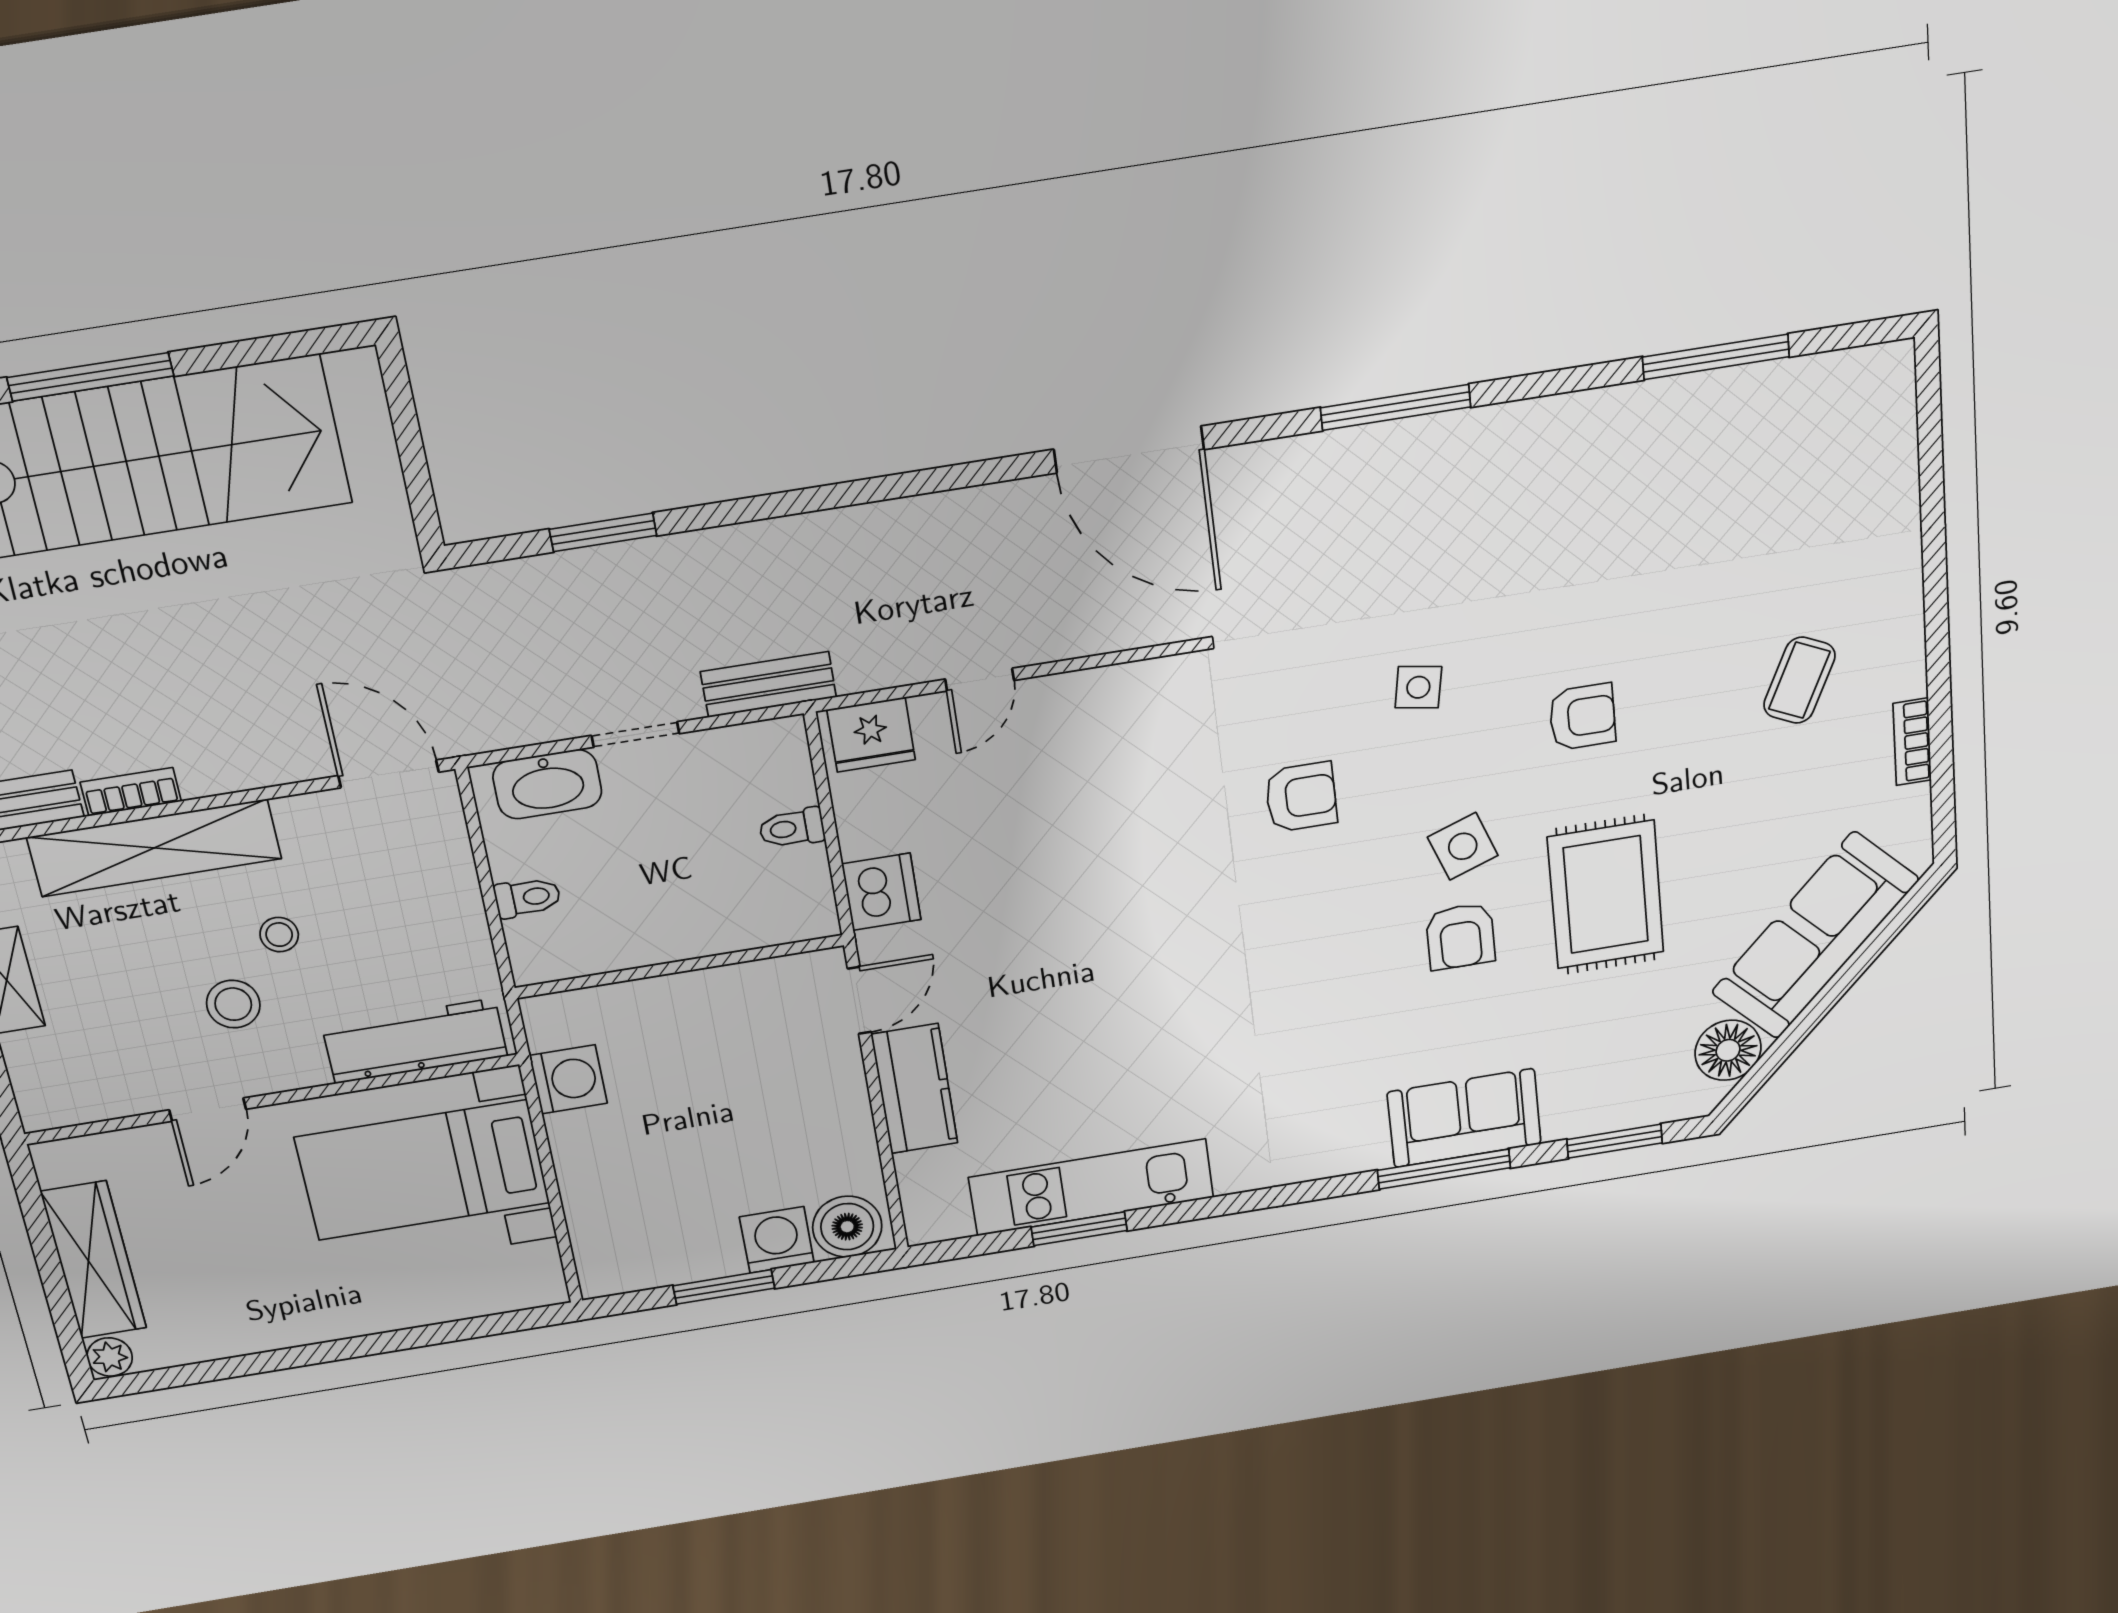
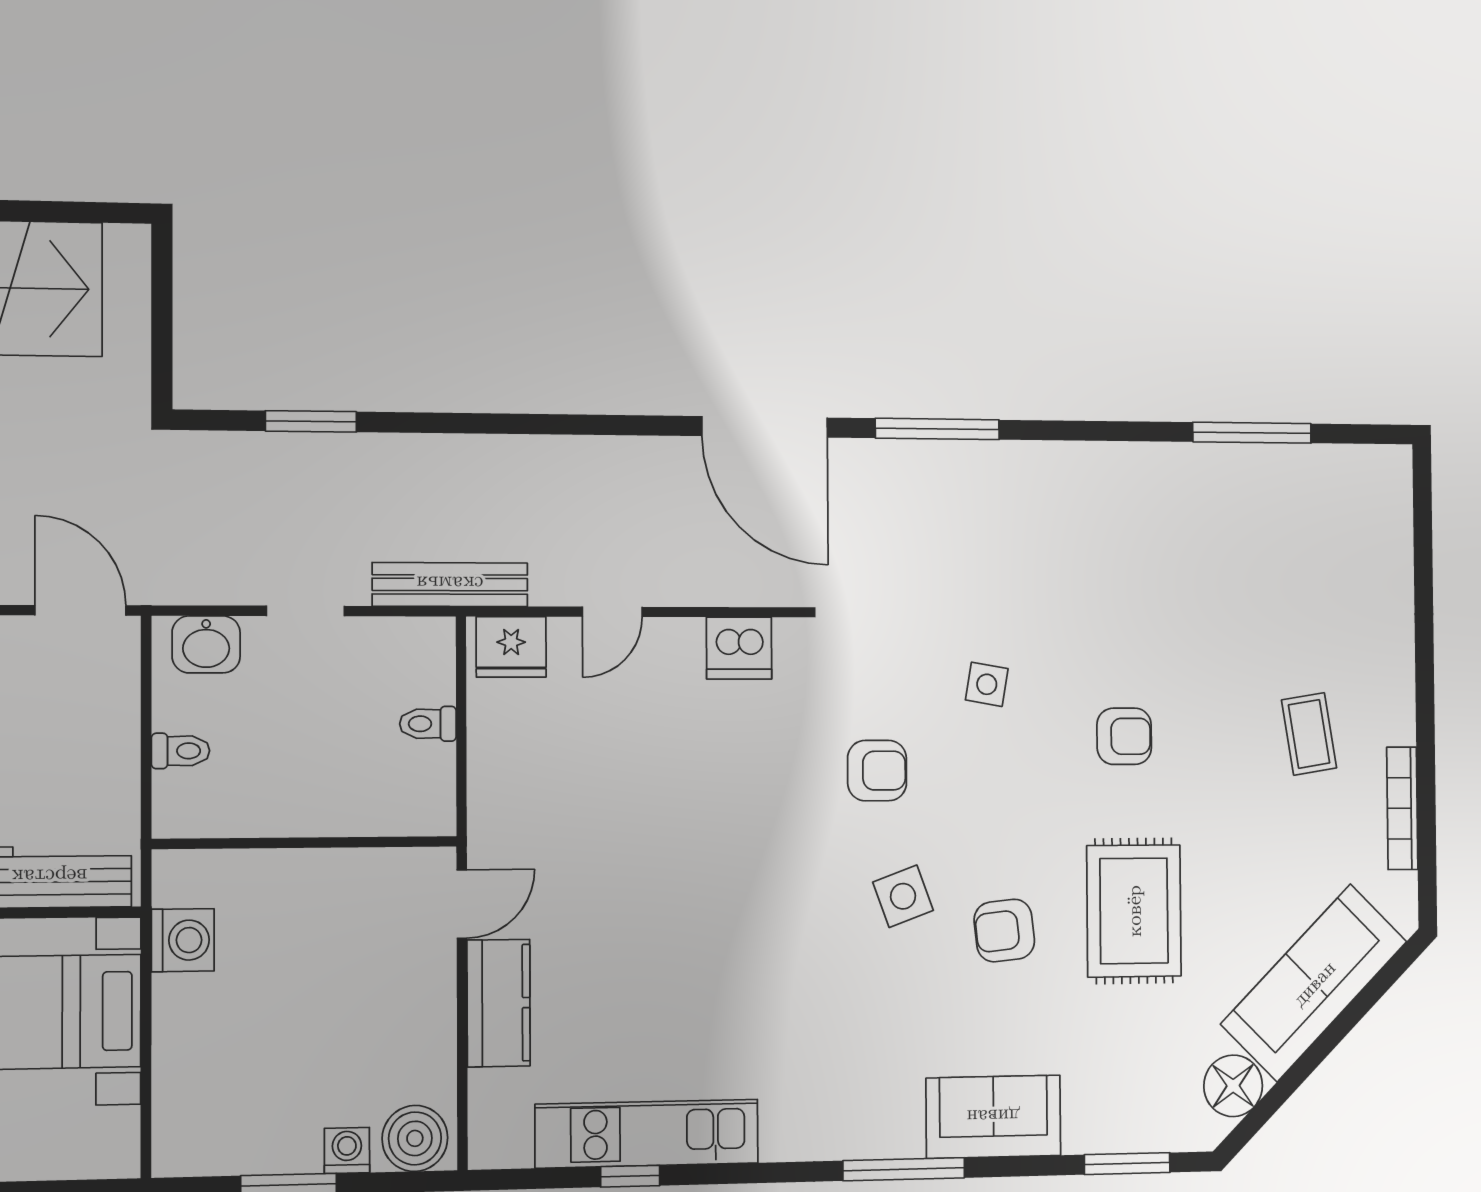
window: (1396, 407) -> (937, 429), moved
coffee table: (1799, 680) -> (1309, 734), turned -34
bench: (768, 684) -> (450, 584), width x1.36
bookcase: (1912, 742) -> (1402, 808), width x1.56
washbasin: (547, 784) -> (206, 644), width x0.72
side table: (1463, 846) -> (903, 896), moved
dishwasher: (881, 892) -> (739, 648), moved, turned 90
armchair: (1460, 936) -> (1004, 931), turned 84
window: (1444, 1169) -> (904, 1169), moved
window: (1079, 1229) -> (630, 1176), width x0.67
washing machine: (777, 1240) -> (347, 1150), width x0.73, depth x0.73

